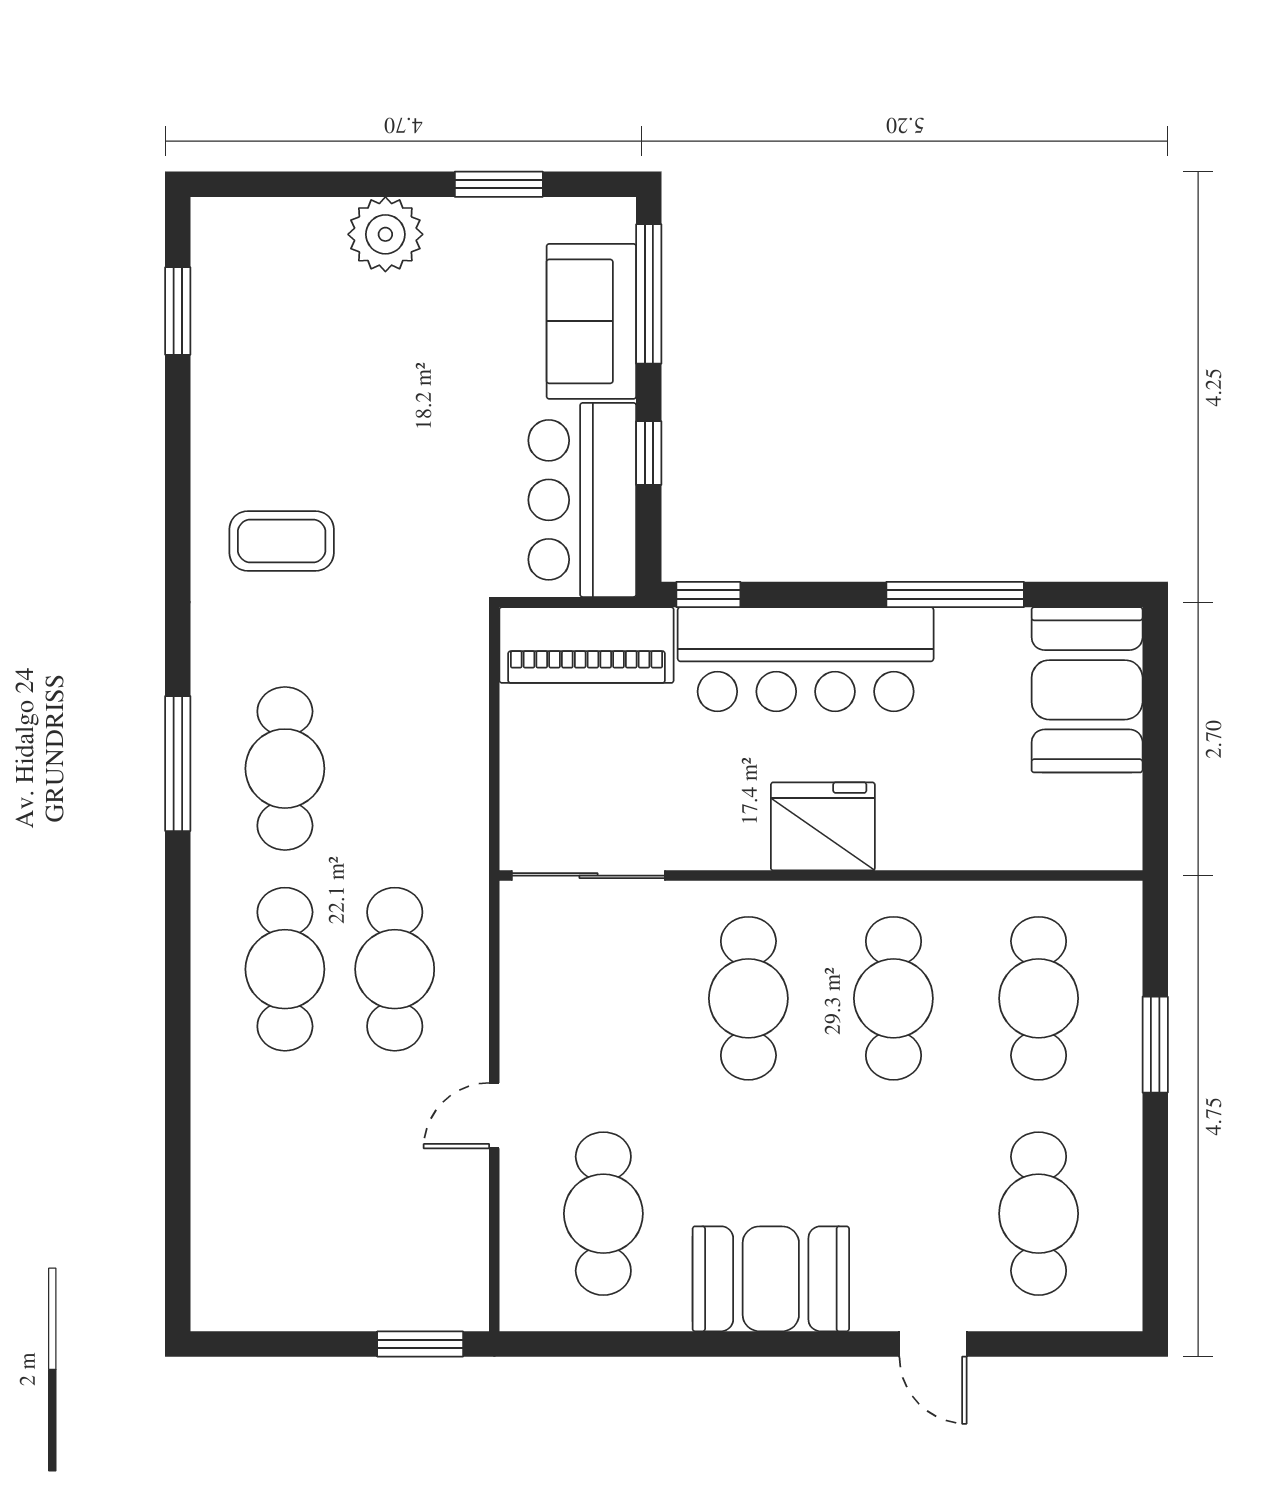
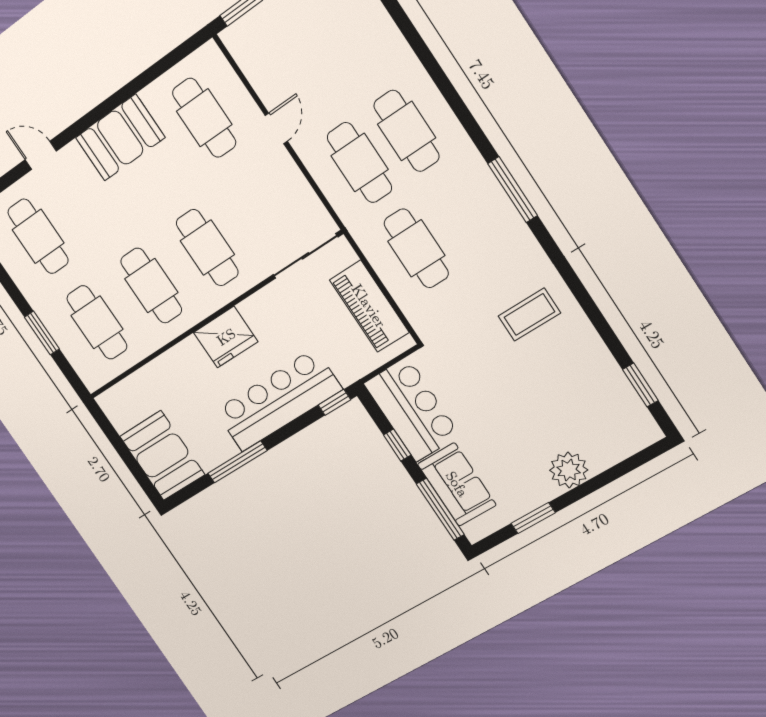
piano: (587, 645) -> (369, 306), moved, turned -90
cafe table: (285, 769) -> (416, 248), moved

